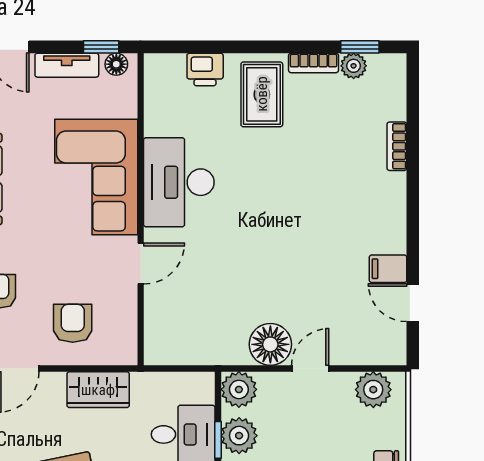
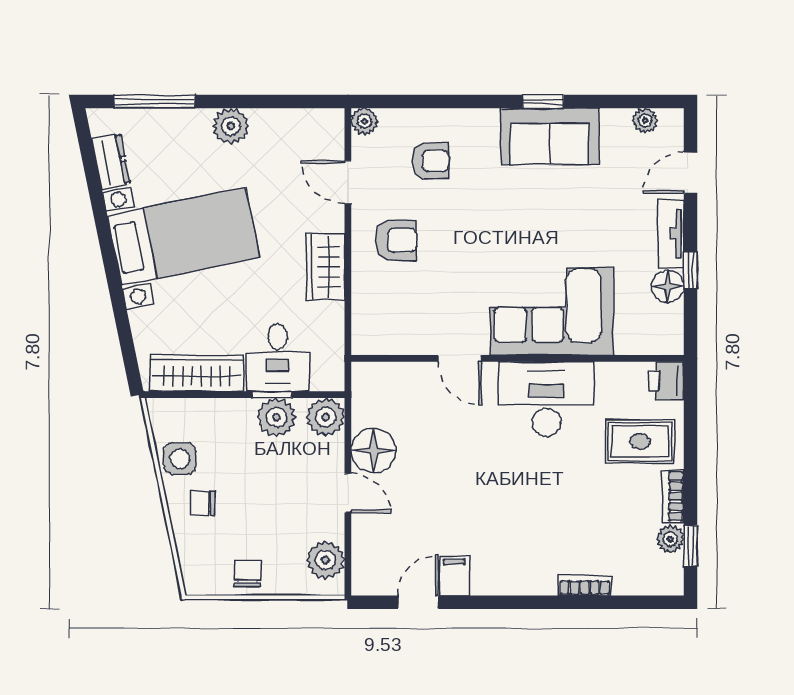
floor lamp: (116, 64) -> (668, 286), width x1.37, depth x1.37
corner sofa: (96, 177) -> (552, 311), moved
desk: (179, 182) -> (546, 399), moved
wall: (141, 209) -> (518, 358), moved
door: (141, 264) -> (460, 358), moved

